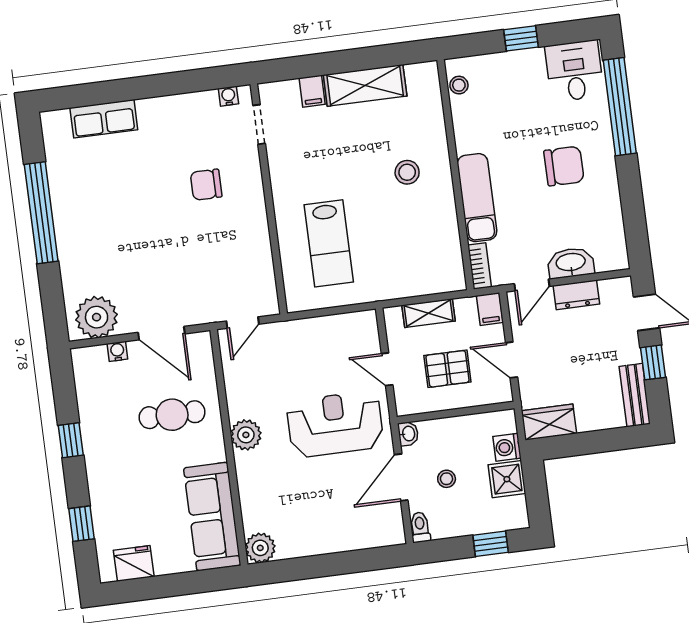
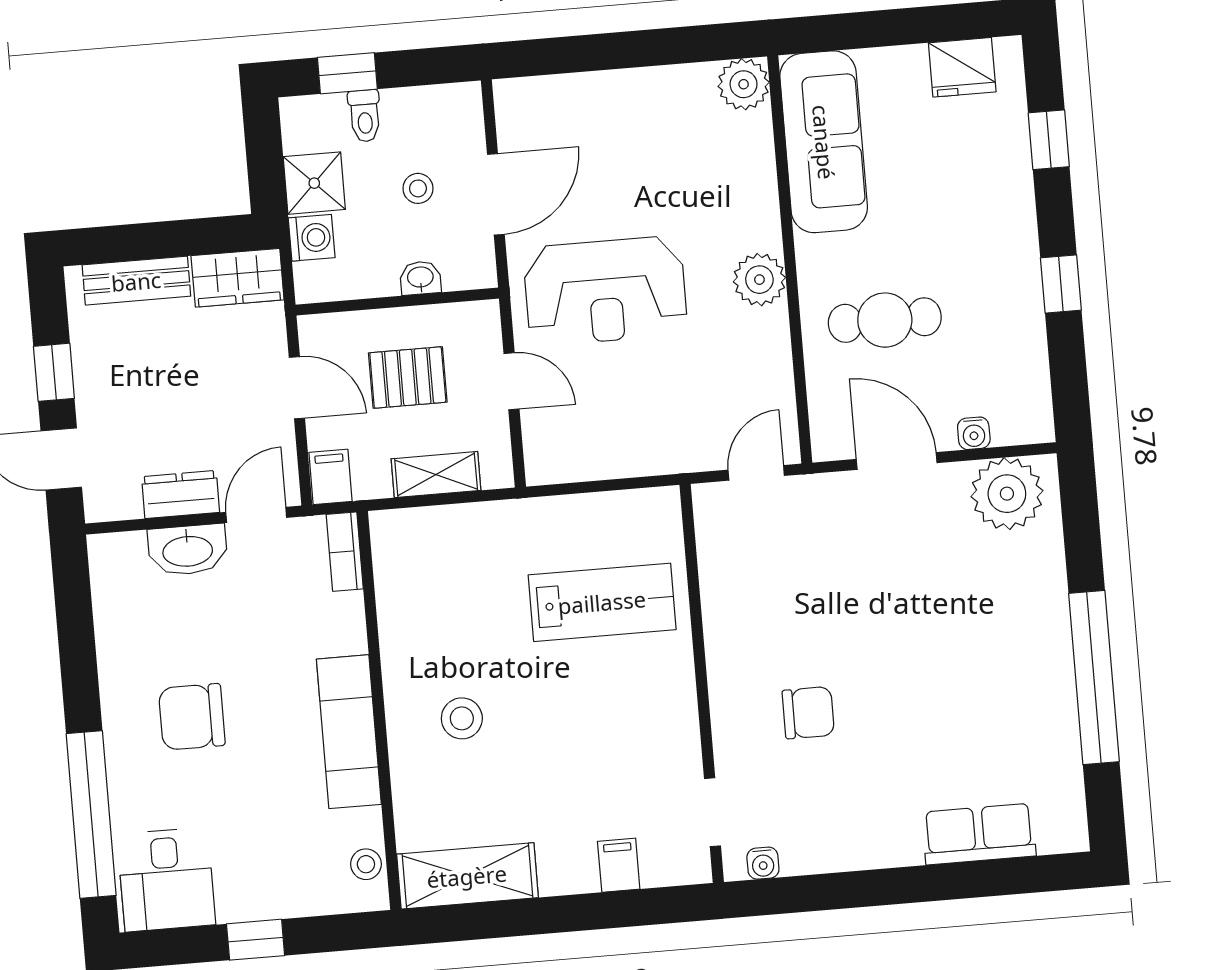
shelving: (365, 85) -> (467, 876), moved
exam couch: (477, 198) -> (349, 732), moved
lab bench: (329, 243) -> (602, 602), turned 90
bench: (635, 395) -> (136, 281), moved, turned 90
washbasin: (408, 434) -> (420, 278), moved, turned 90
toilet: (420, 527) -> (365, 116), moved

